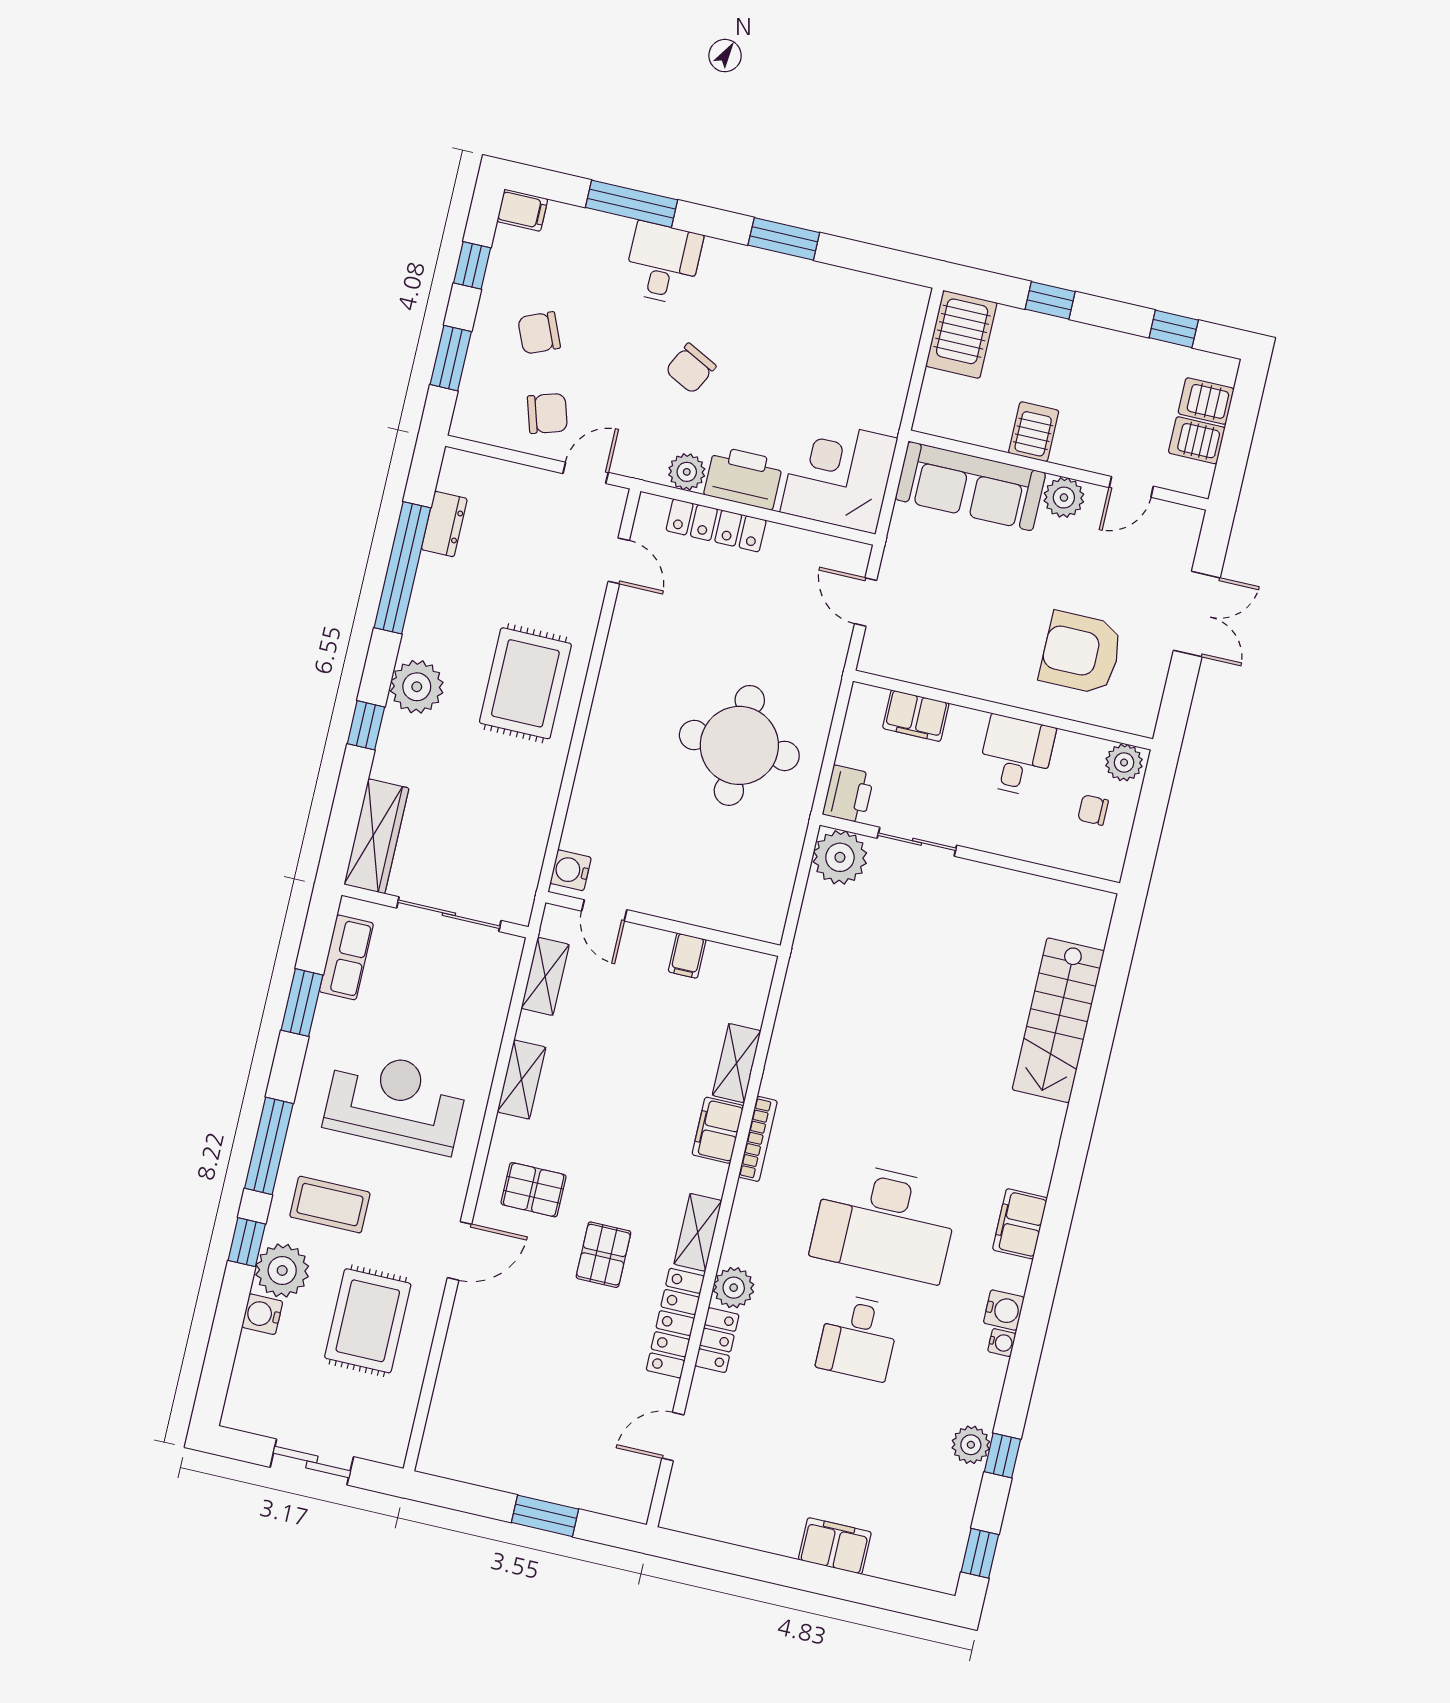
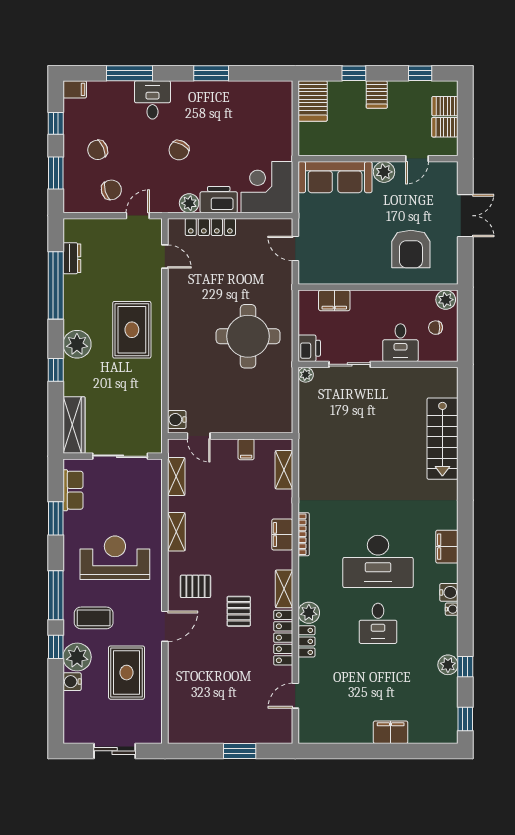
server rack: (1034, 432) -> (377, 94), moved, turned 180
armchair: (1081, 653) -> (411, 249), turned -90
desk: (1016, 756) -> (400, 343), moved, turned 180
plant: (840, 857) -> (306, 375), width x0.53, depth x0.53
shelving: (737, 1063) -> (284, 470), moved

